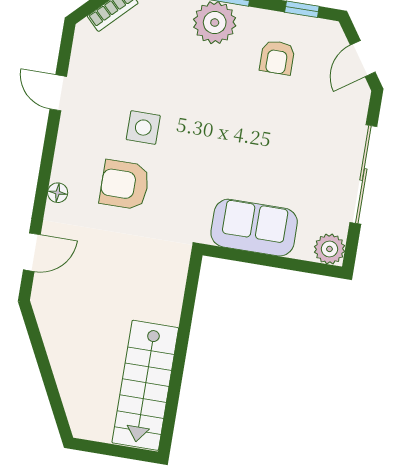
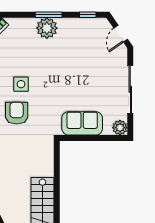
armchair: (277, 57) -> (80, 40), removed
armchair: (125, 185) -> (17, 113), turned 90

